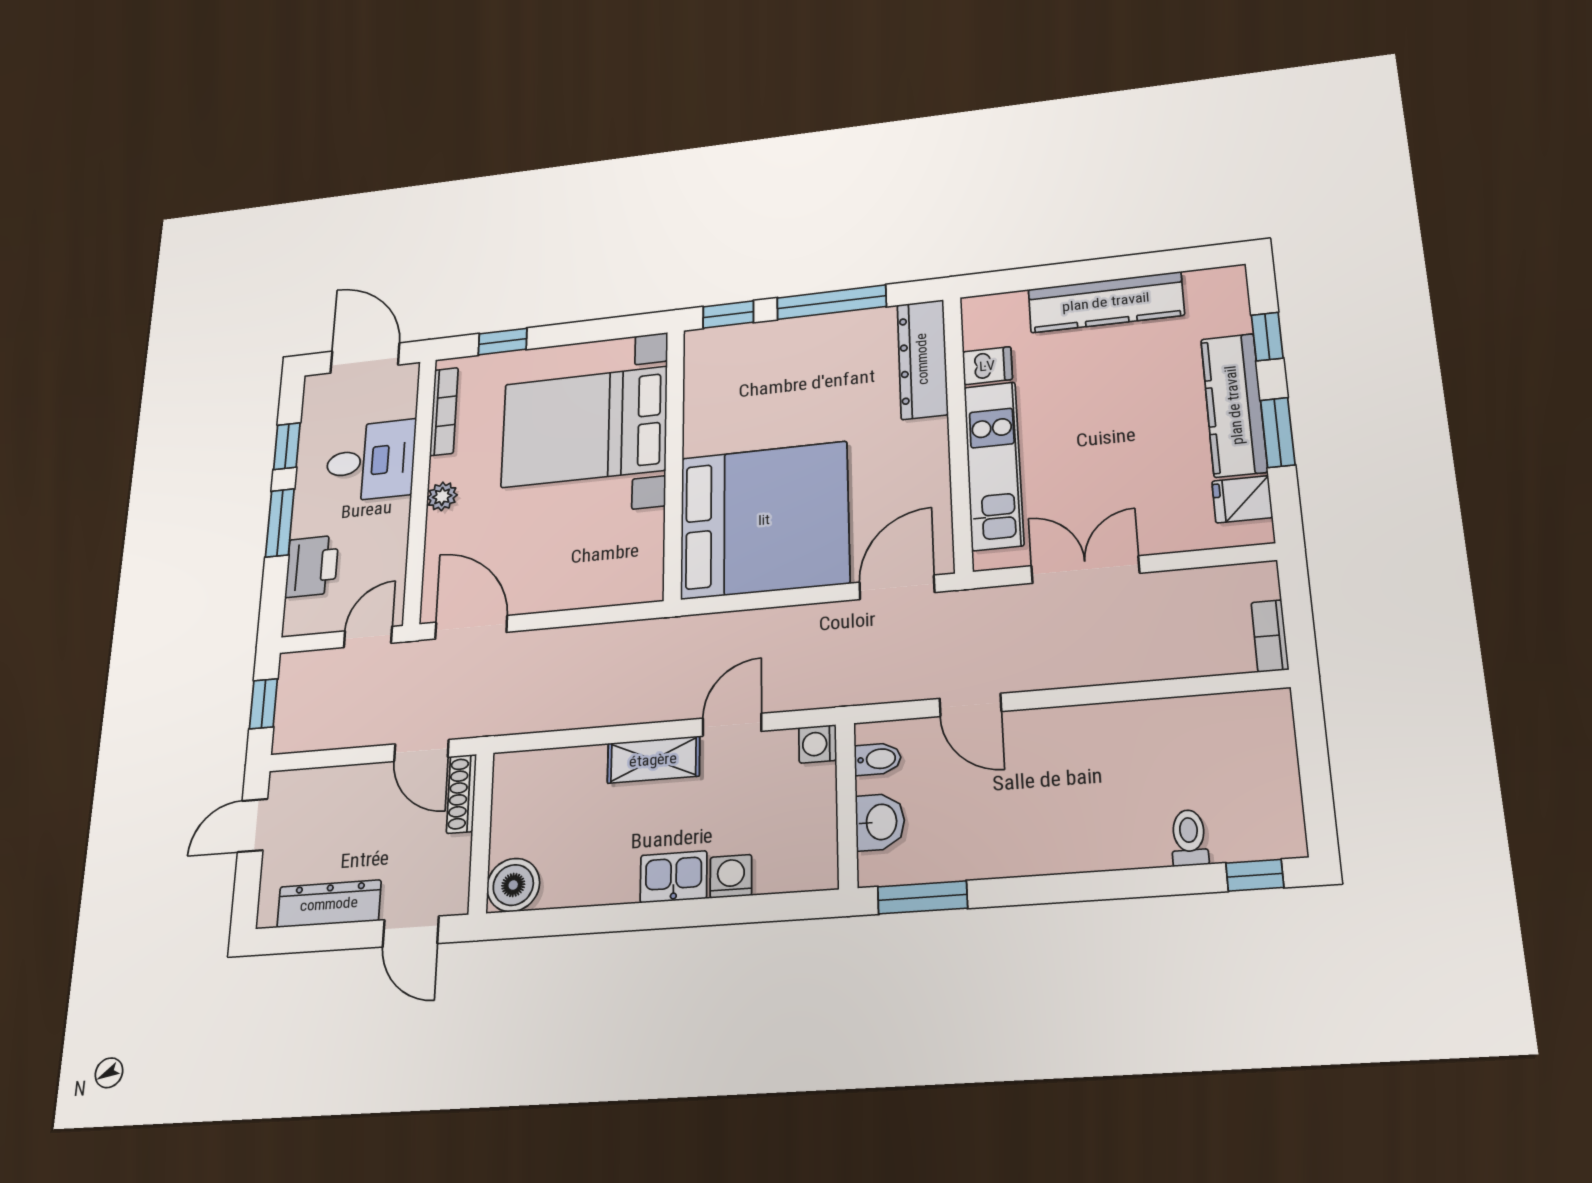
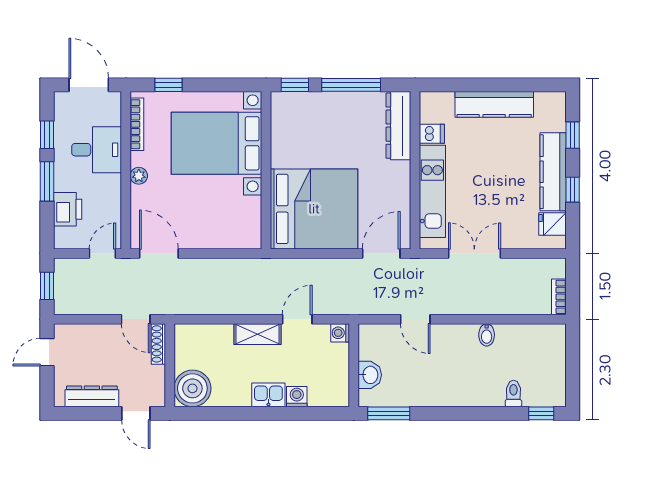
window: (1278, 432) -> (573, 190), width x0.67
bidet: (878, 759) -> (487, 335), moved, turned 90
boiler: (513, 885) -> (192, 388), width x1.37, depth x1.37

